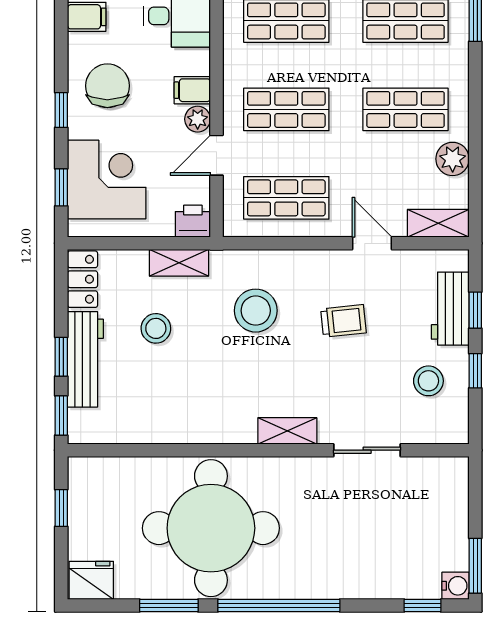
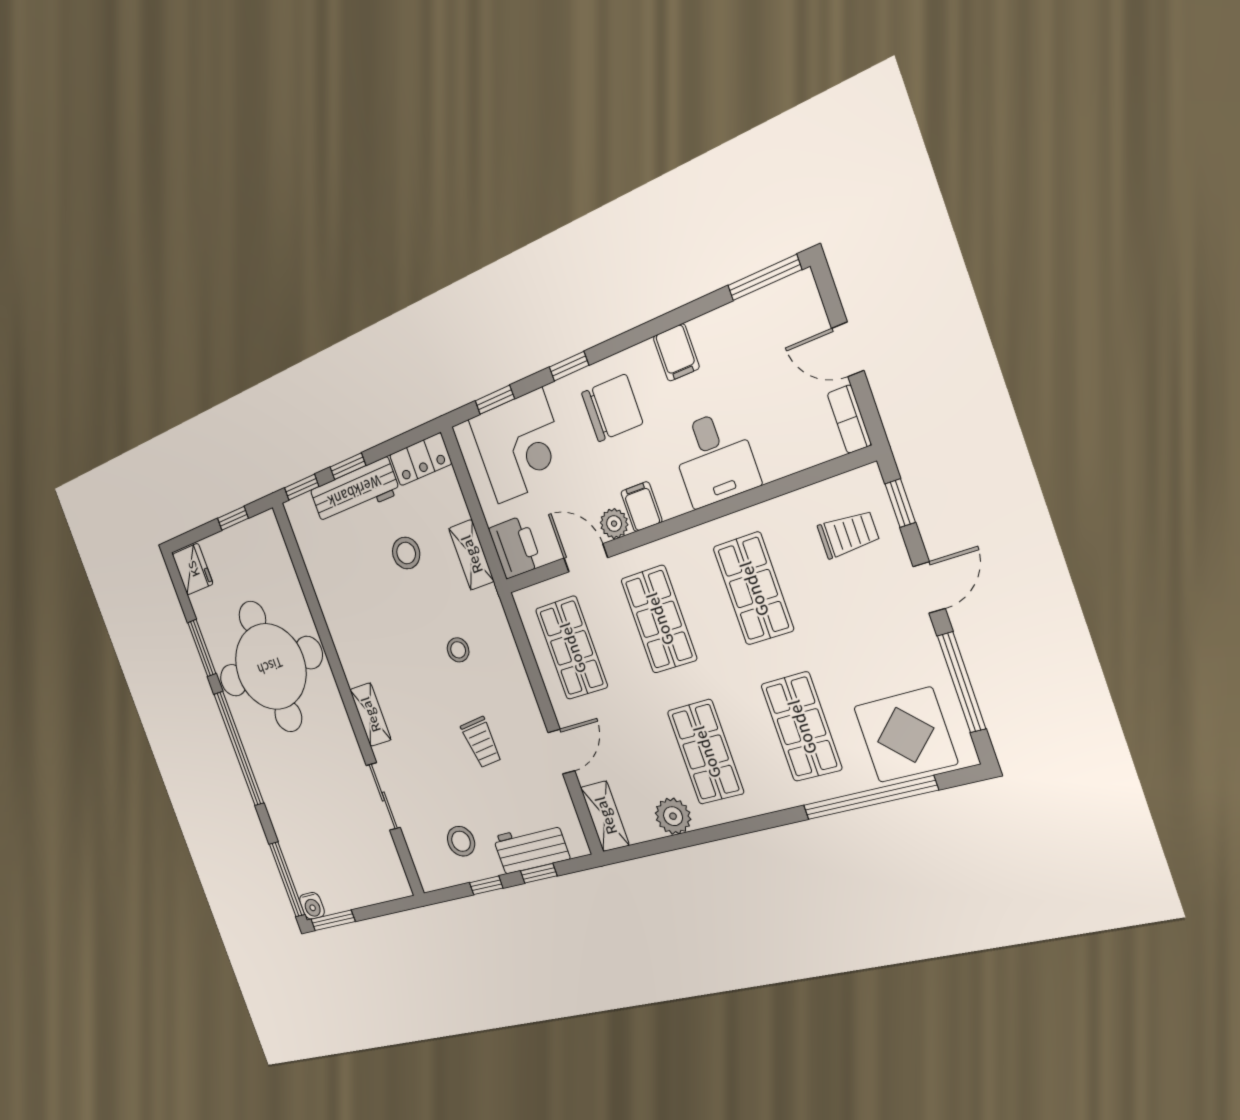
printer: (193, 221) -> (515, 547), width x1.36, depth x1.24
stool: (256, 311) -> (458, 650), width x0.53, depth x0.53
window: (423, 605) -> (287, 879), width x2.17

